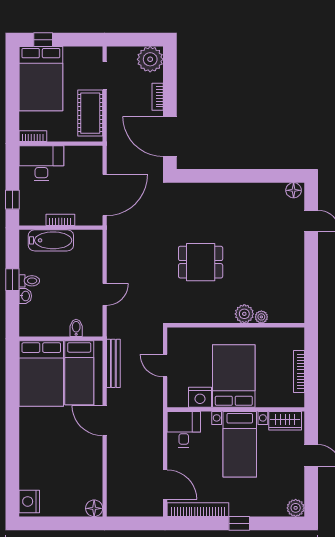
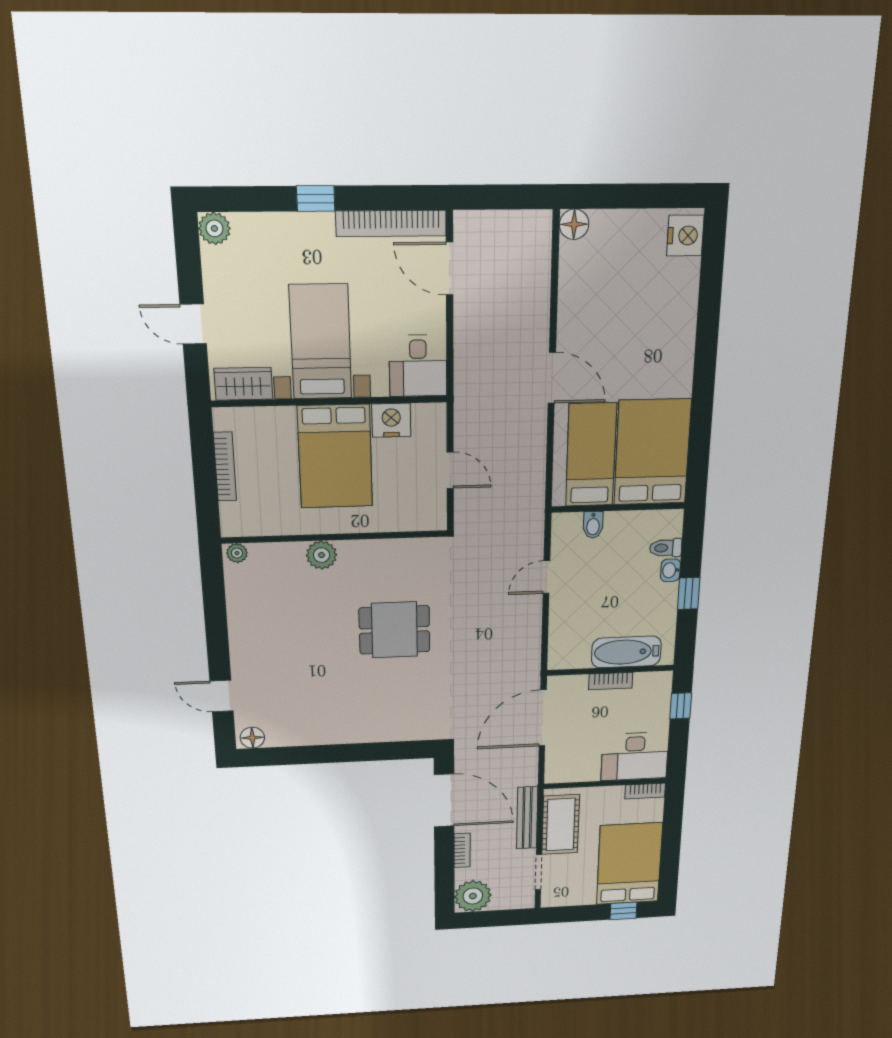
toilet: (29, 281) -> (666, 548), moved
plant: (261, 317) -> (237, 553), moved
bench: (113, 363) -> (527, 818), moved

